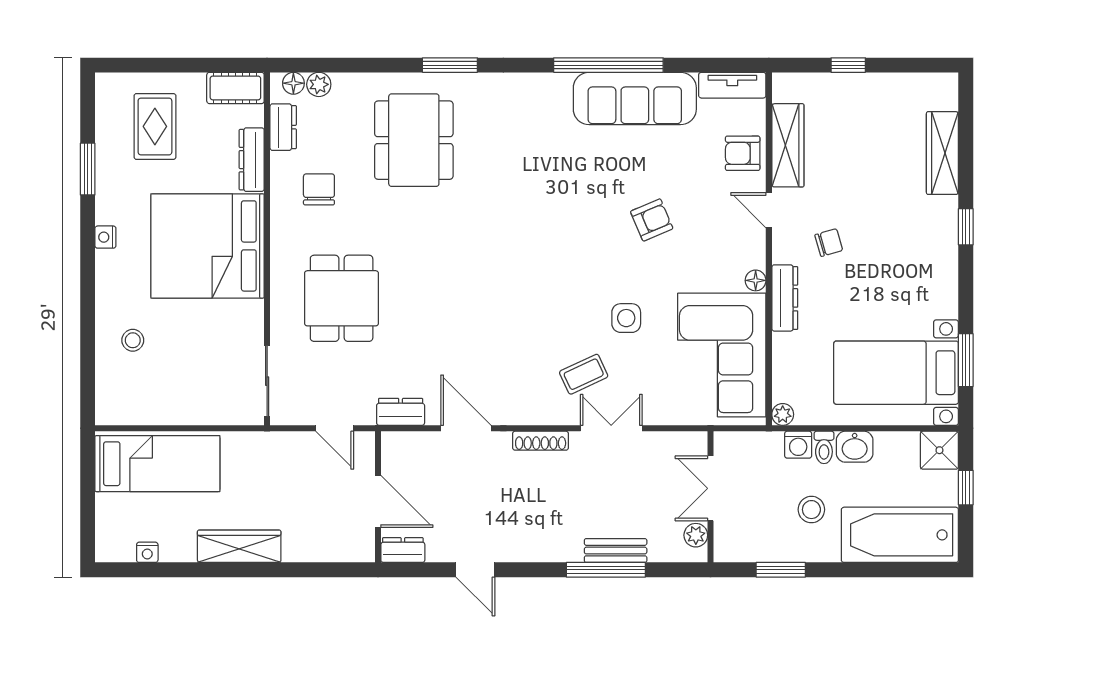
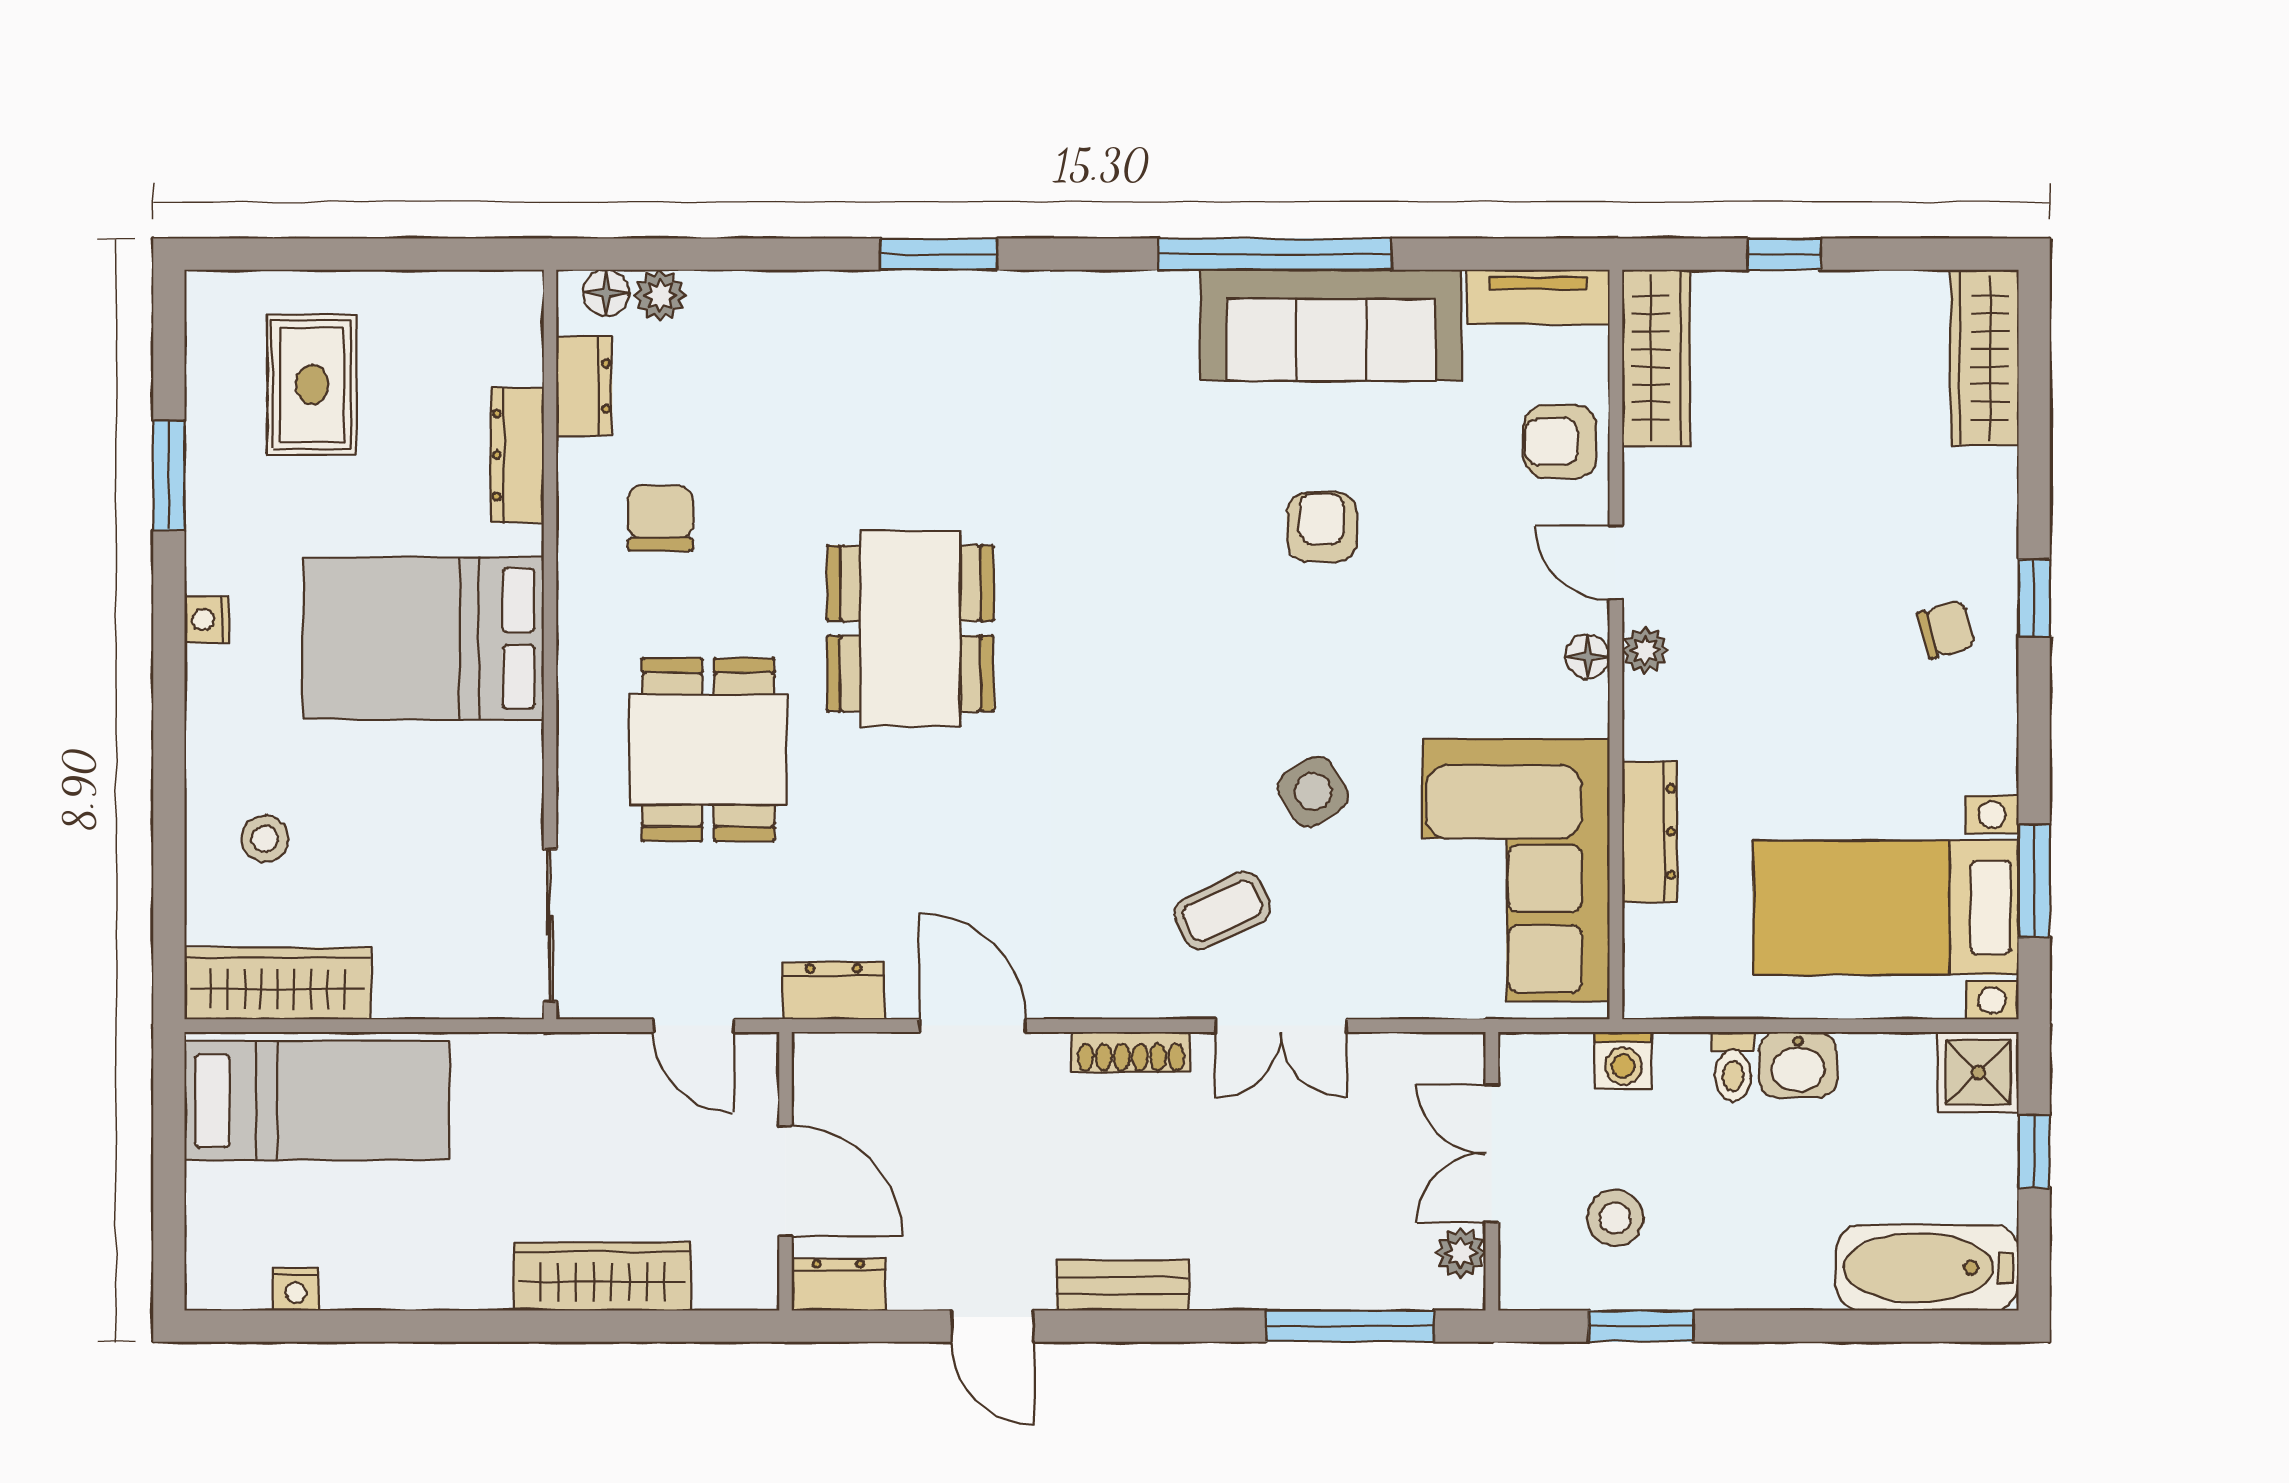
cot: (235, 88) -> (483, 303), removed
dining table: (414, 140) -> (910, 628), moved
wardrobe: (788, 145) -> (1656, 358), moved
wardrobe: (942, 153) -> (1985, 358), moved
armchair: (652, 220) -> (1322, 527), moved, turned -67
chair: (829, 243) -> (1946, 630), moved
bed: (207, 246) -> (423, 638), width x0.73
floor lamp: (756, 280) -> (1588, 656), moved
dresser: (785, 298) -> (1650, 832), moved
side table: (626, 318) -> (1313, 792), turned -32
wardrobe: (139, 408) -> (278, 983), added
plant: (783, 414) -> (1645, 650), moved
double door: (611, 428) -> (1281, 1026), swing flipped
washing machine: (798, 445) -> (1623, 1061), moved
stool: (811, 510) -> (1615, 1218), moved
bathtub: (900, 535) -> (1927, 1268), width x0.73, depth x0.73
wardrobe: (239, 546) -> (602, 1276), moved
bench: (616, 551) -> (1123, 1285), moved
window: (606, 570) -> (1350, 1326), moved

